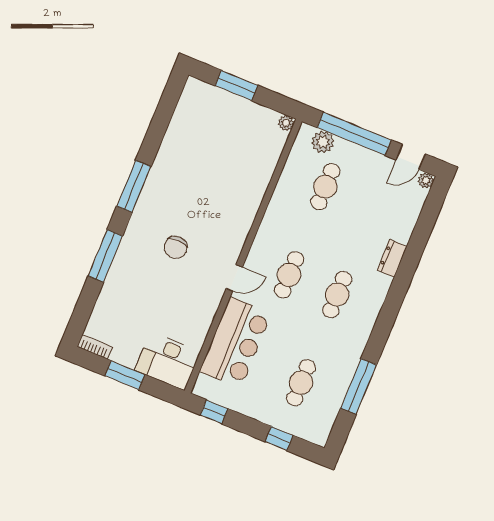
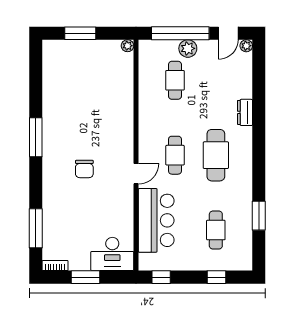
plant: (323, 142) -> (188, 48), moved
window: (105, 256) -> (36, 228), moved
cafe table: (337, 295) -> (216, 155), width x1.37, depth x1.35
window: (359, 386) -> (259, 216), width x0.69

